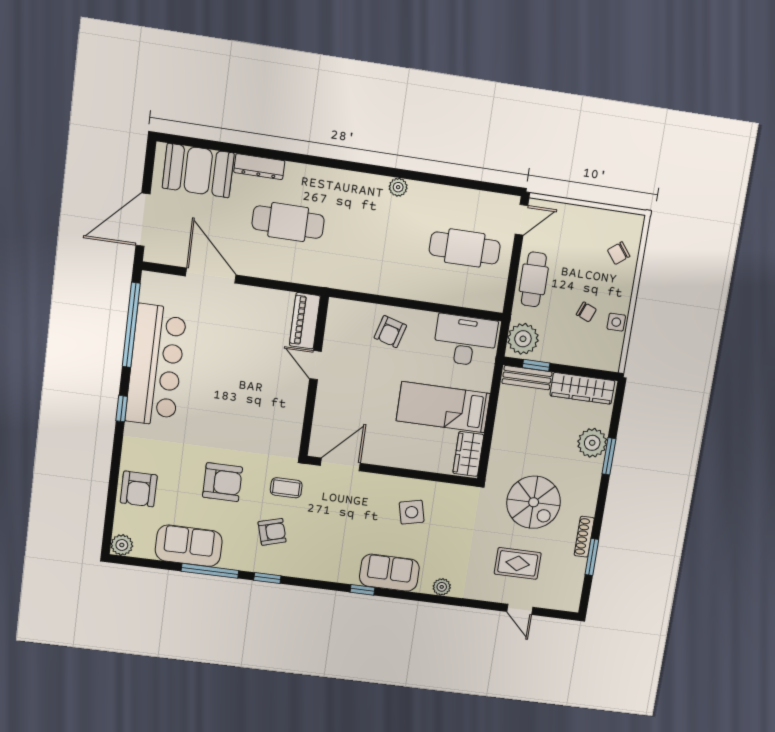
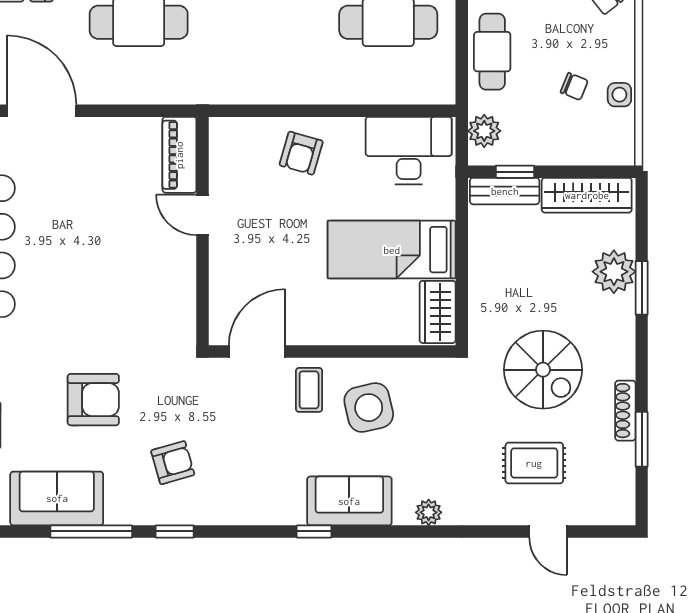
plant: (523, 339) -> (484, 131), width x0.73, depth x0.73
coffee table: (286, 488) -> (309, 390), moved, turned 90
side table: (412, 512) -> (369, 408), width x1.37, depth x1.37

